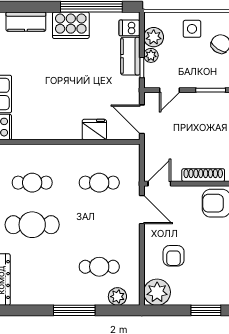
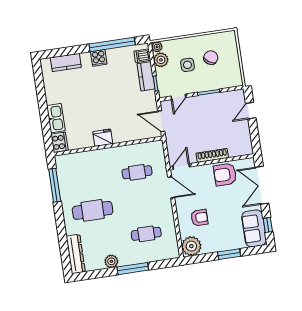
cooker: (71, 25) -> (99, 58), width x0.53, depth x0.76
side table: (192, 29) -> (187, 65), moved
plant: (151, 55) -> (157, 47), moved
fridge: (94, 130) -> (103, 138), moved
cafe table: (32, 183) -> (88, 180), removed
armchair: (174, 256) -> (199, 218), turned -90
plant: (117, 297) -> (111, 261), moved

